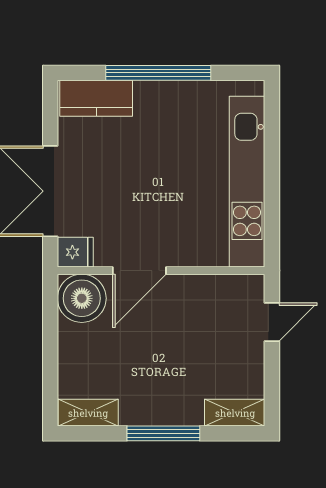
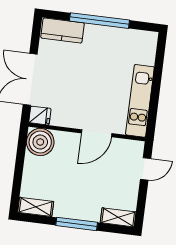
kitchen unit: (247, 182) -> (140, 101), width x0.73
door: (139, 271) -> (97, 133), moved

